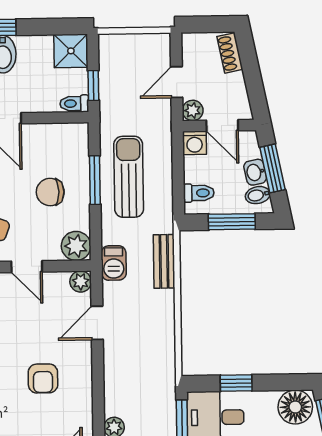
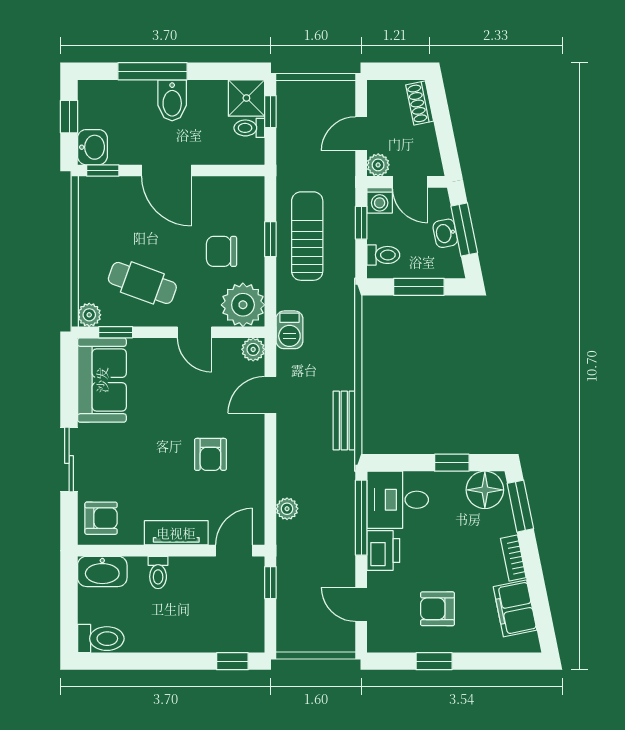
window: (93, 86) -> (270, 112), moved
toilet: (74, 104) -> (249, 128), moved
window: (178, 164) -> (361, 223), added
window: (95, 180) -> (270, 239), width x0.67
bidet: (258, 195) -> (448, 258), removed
plant: (76, 246) -> (243, 305), width x1.36, depth x1.36
bench: (164, 261) -> (344, 421), moved
window: (236, 383) -> (452, 463), moved

